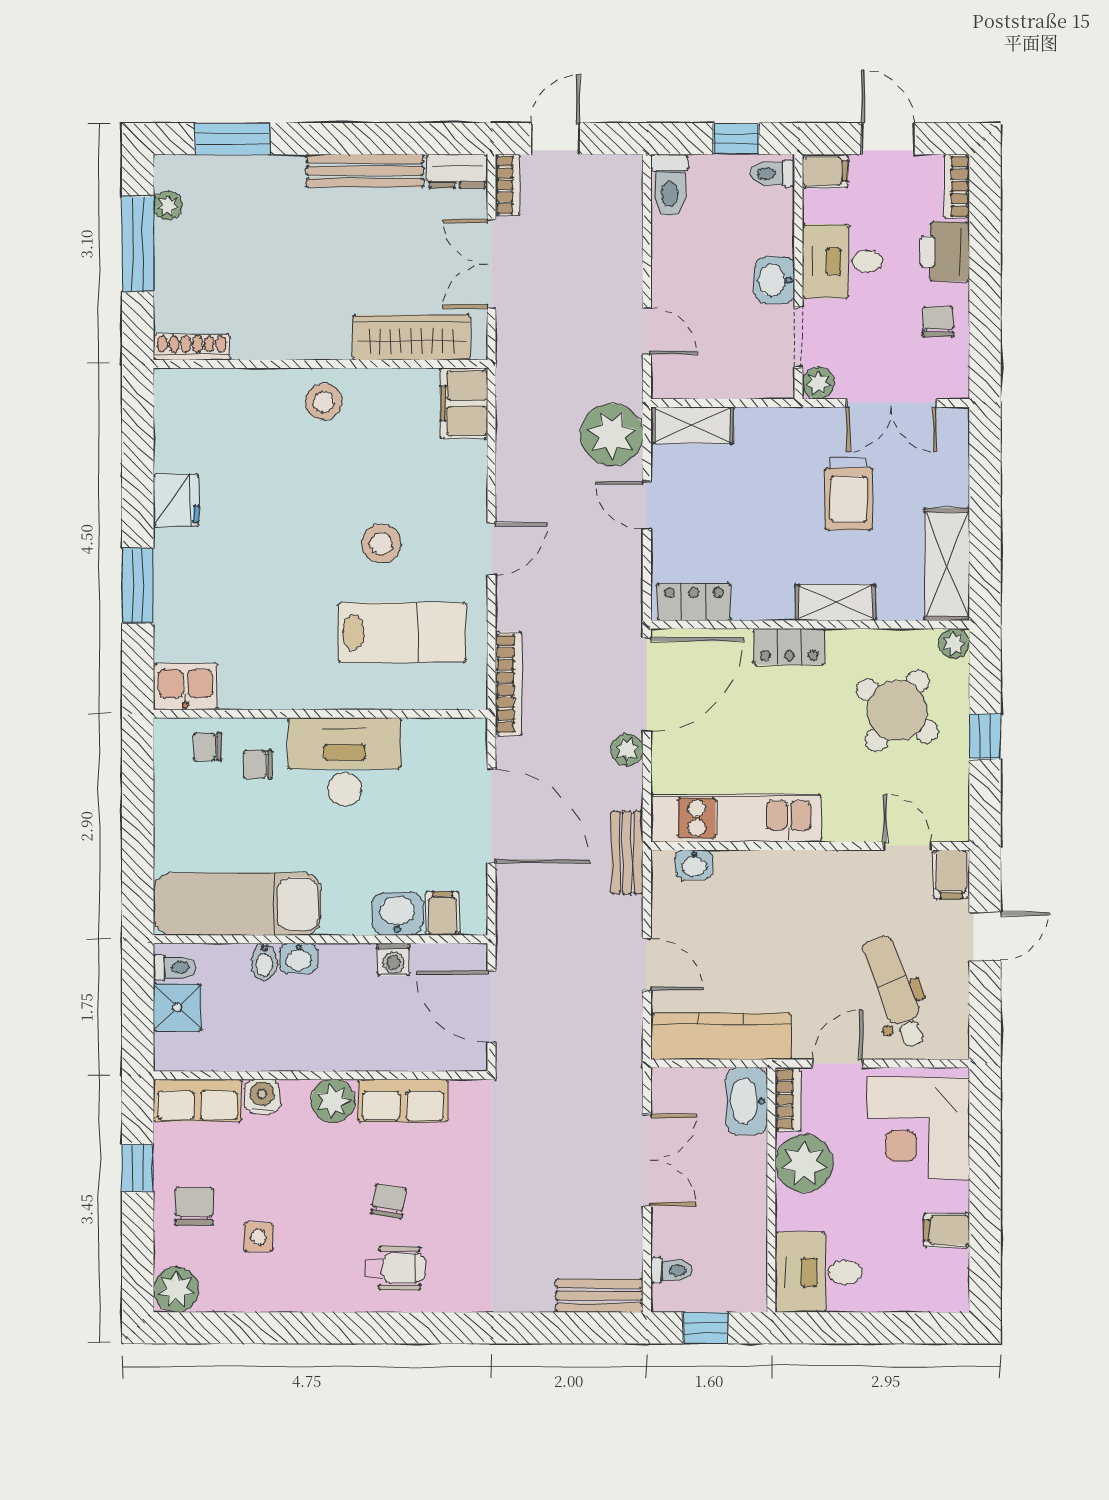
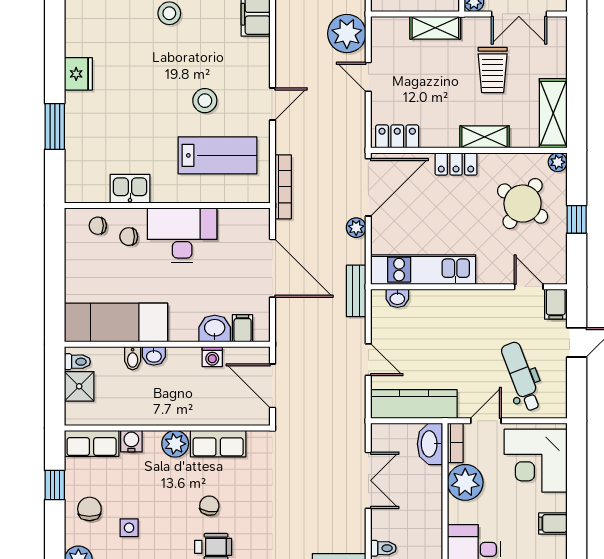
shelving: (692, 425) -> (435, 28), moved
kitchen sink: (185, 687) -> (130, 189), moved

